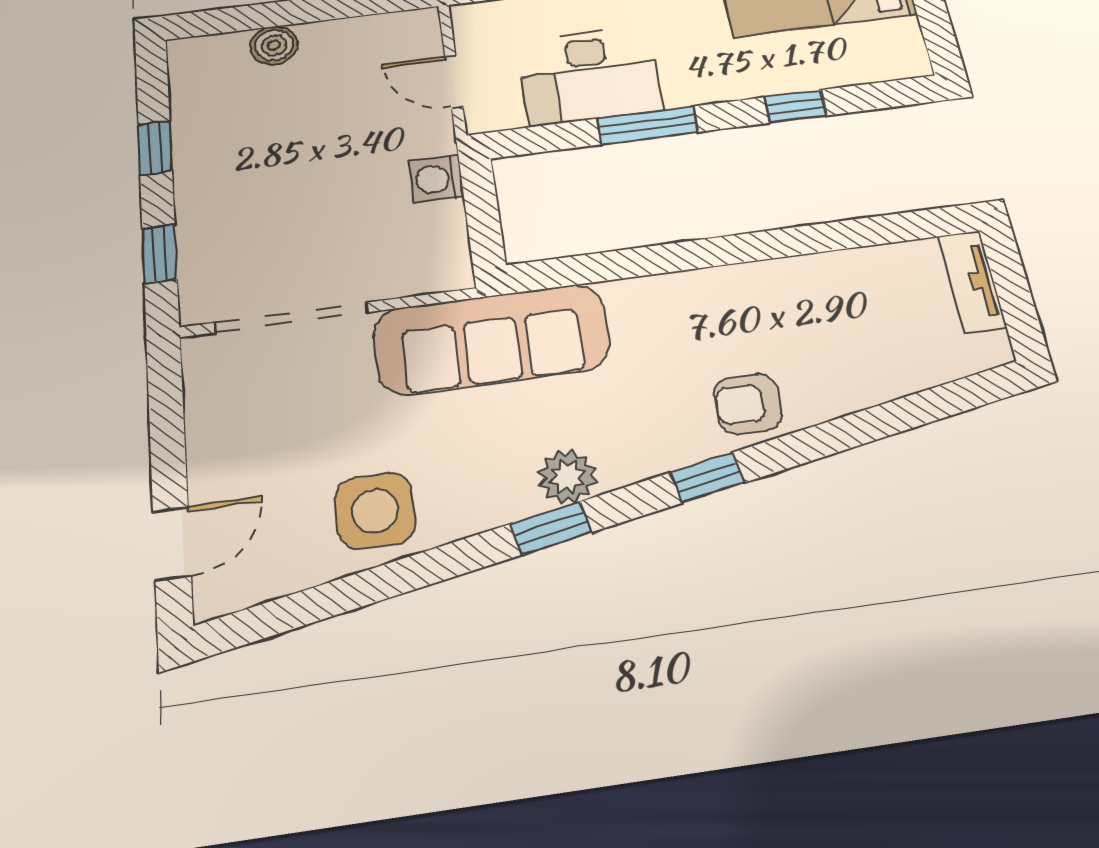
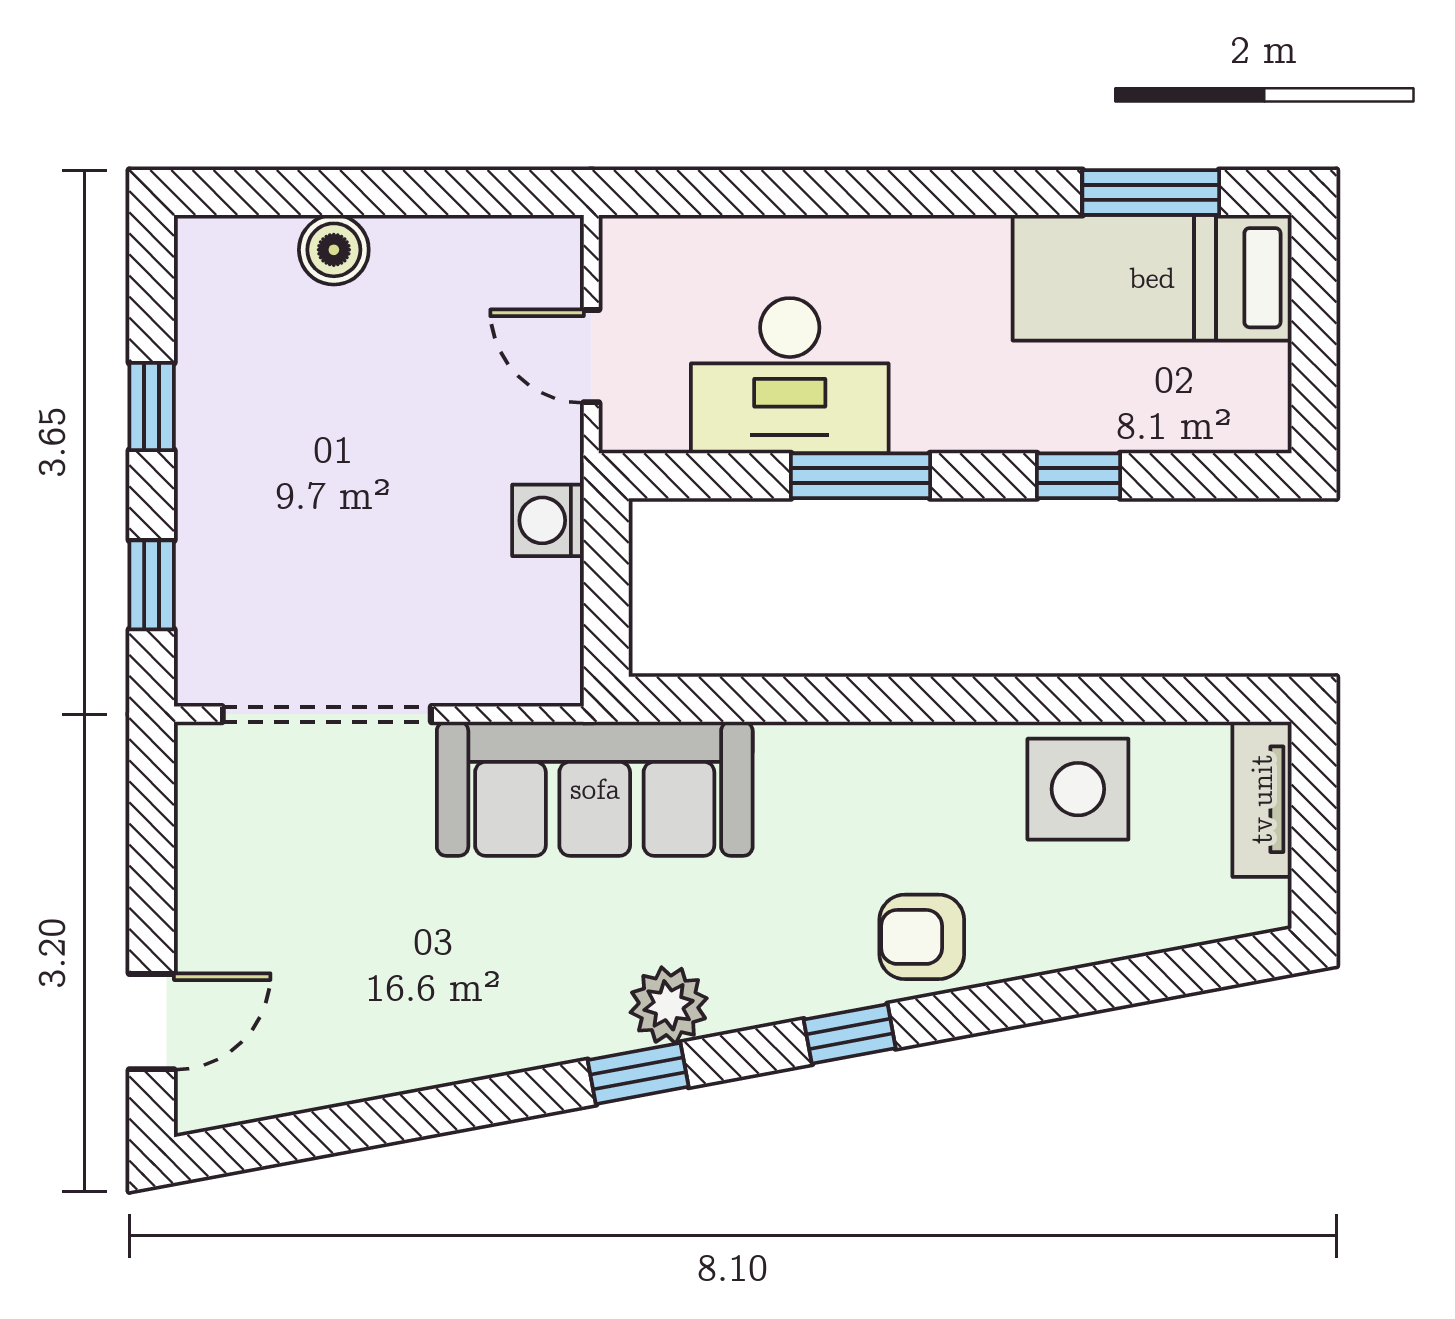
side table: (375, 511) -> (1078, 789), moved

